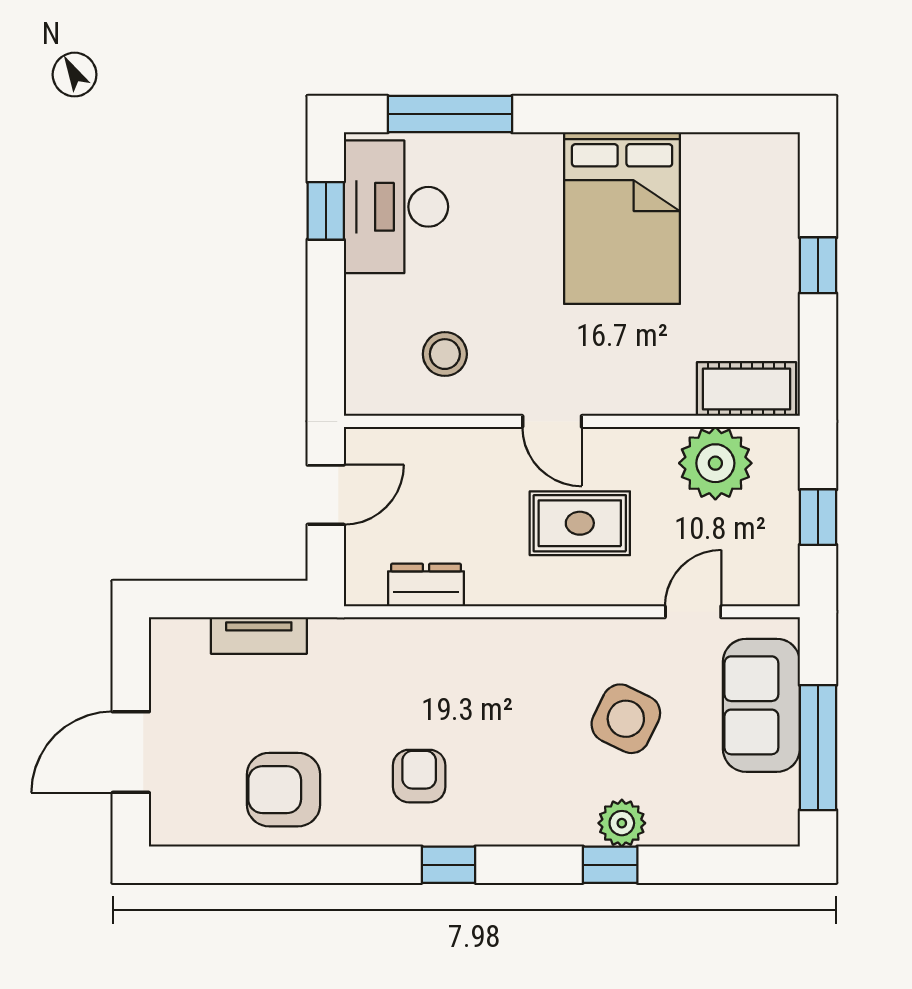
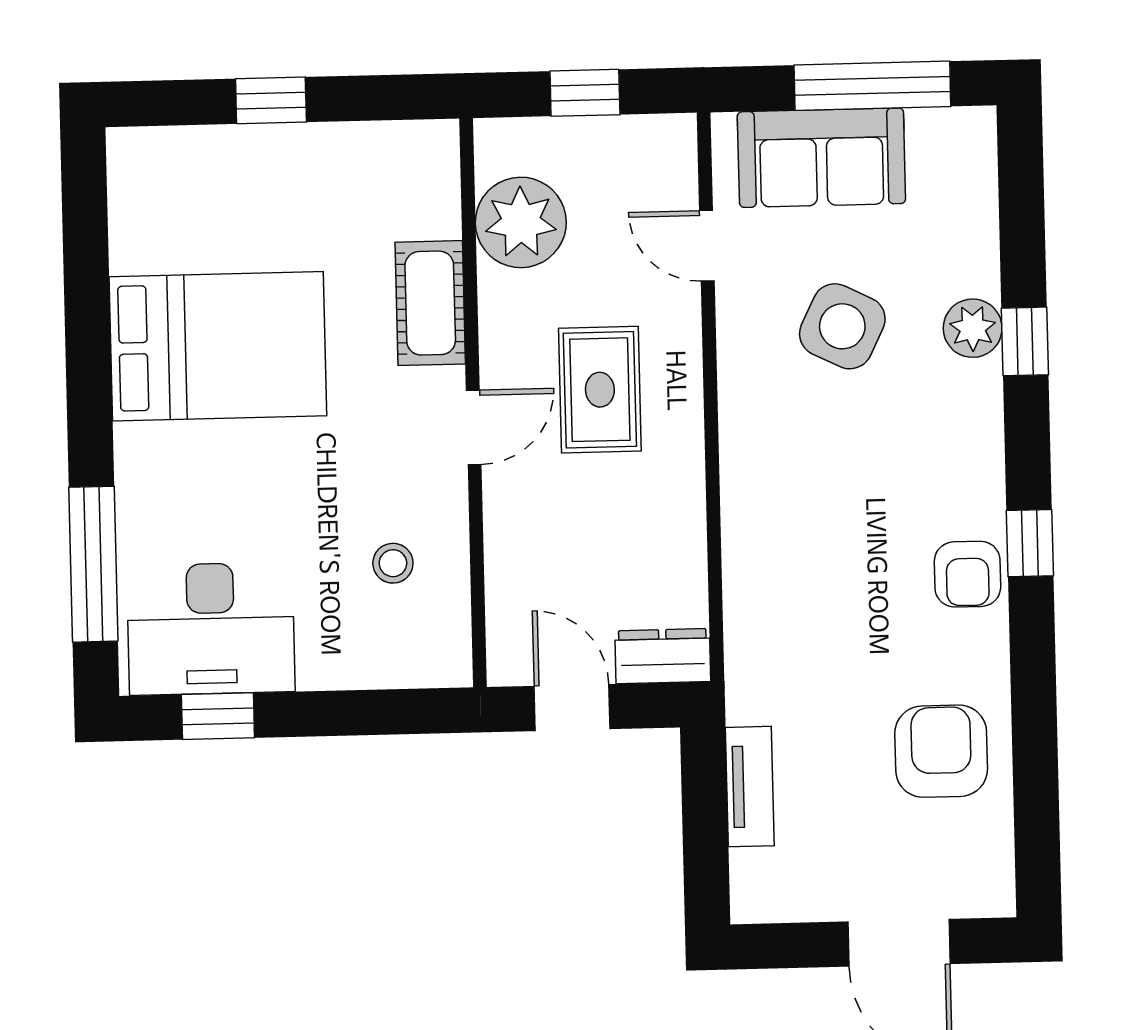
stool: (445, 354) -> (393, 563), width x0.73, depth x0.73
cot: (746, 389) -> (430, 303), moved
dresser: (426, 585) -> (663, 656), moved, turned 90
armchair: (419, 776) -> (968, 574), moved, turned -90
armchair: (283, 790) -> (941, 751), turned 180

